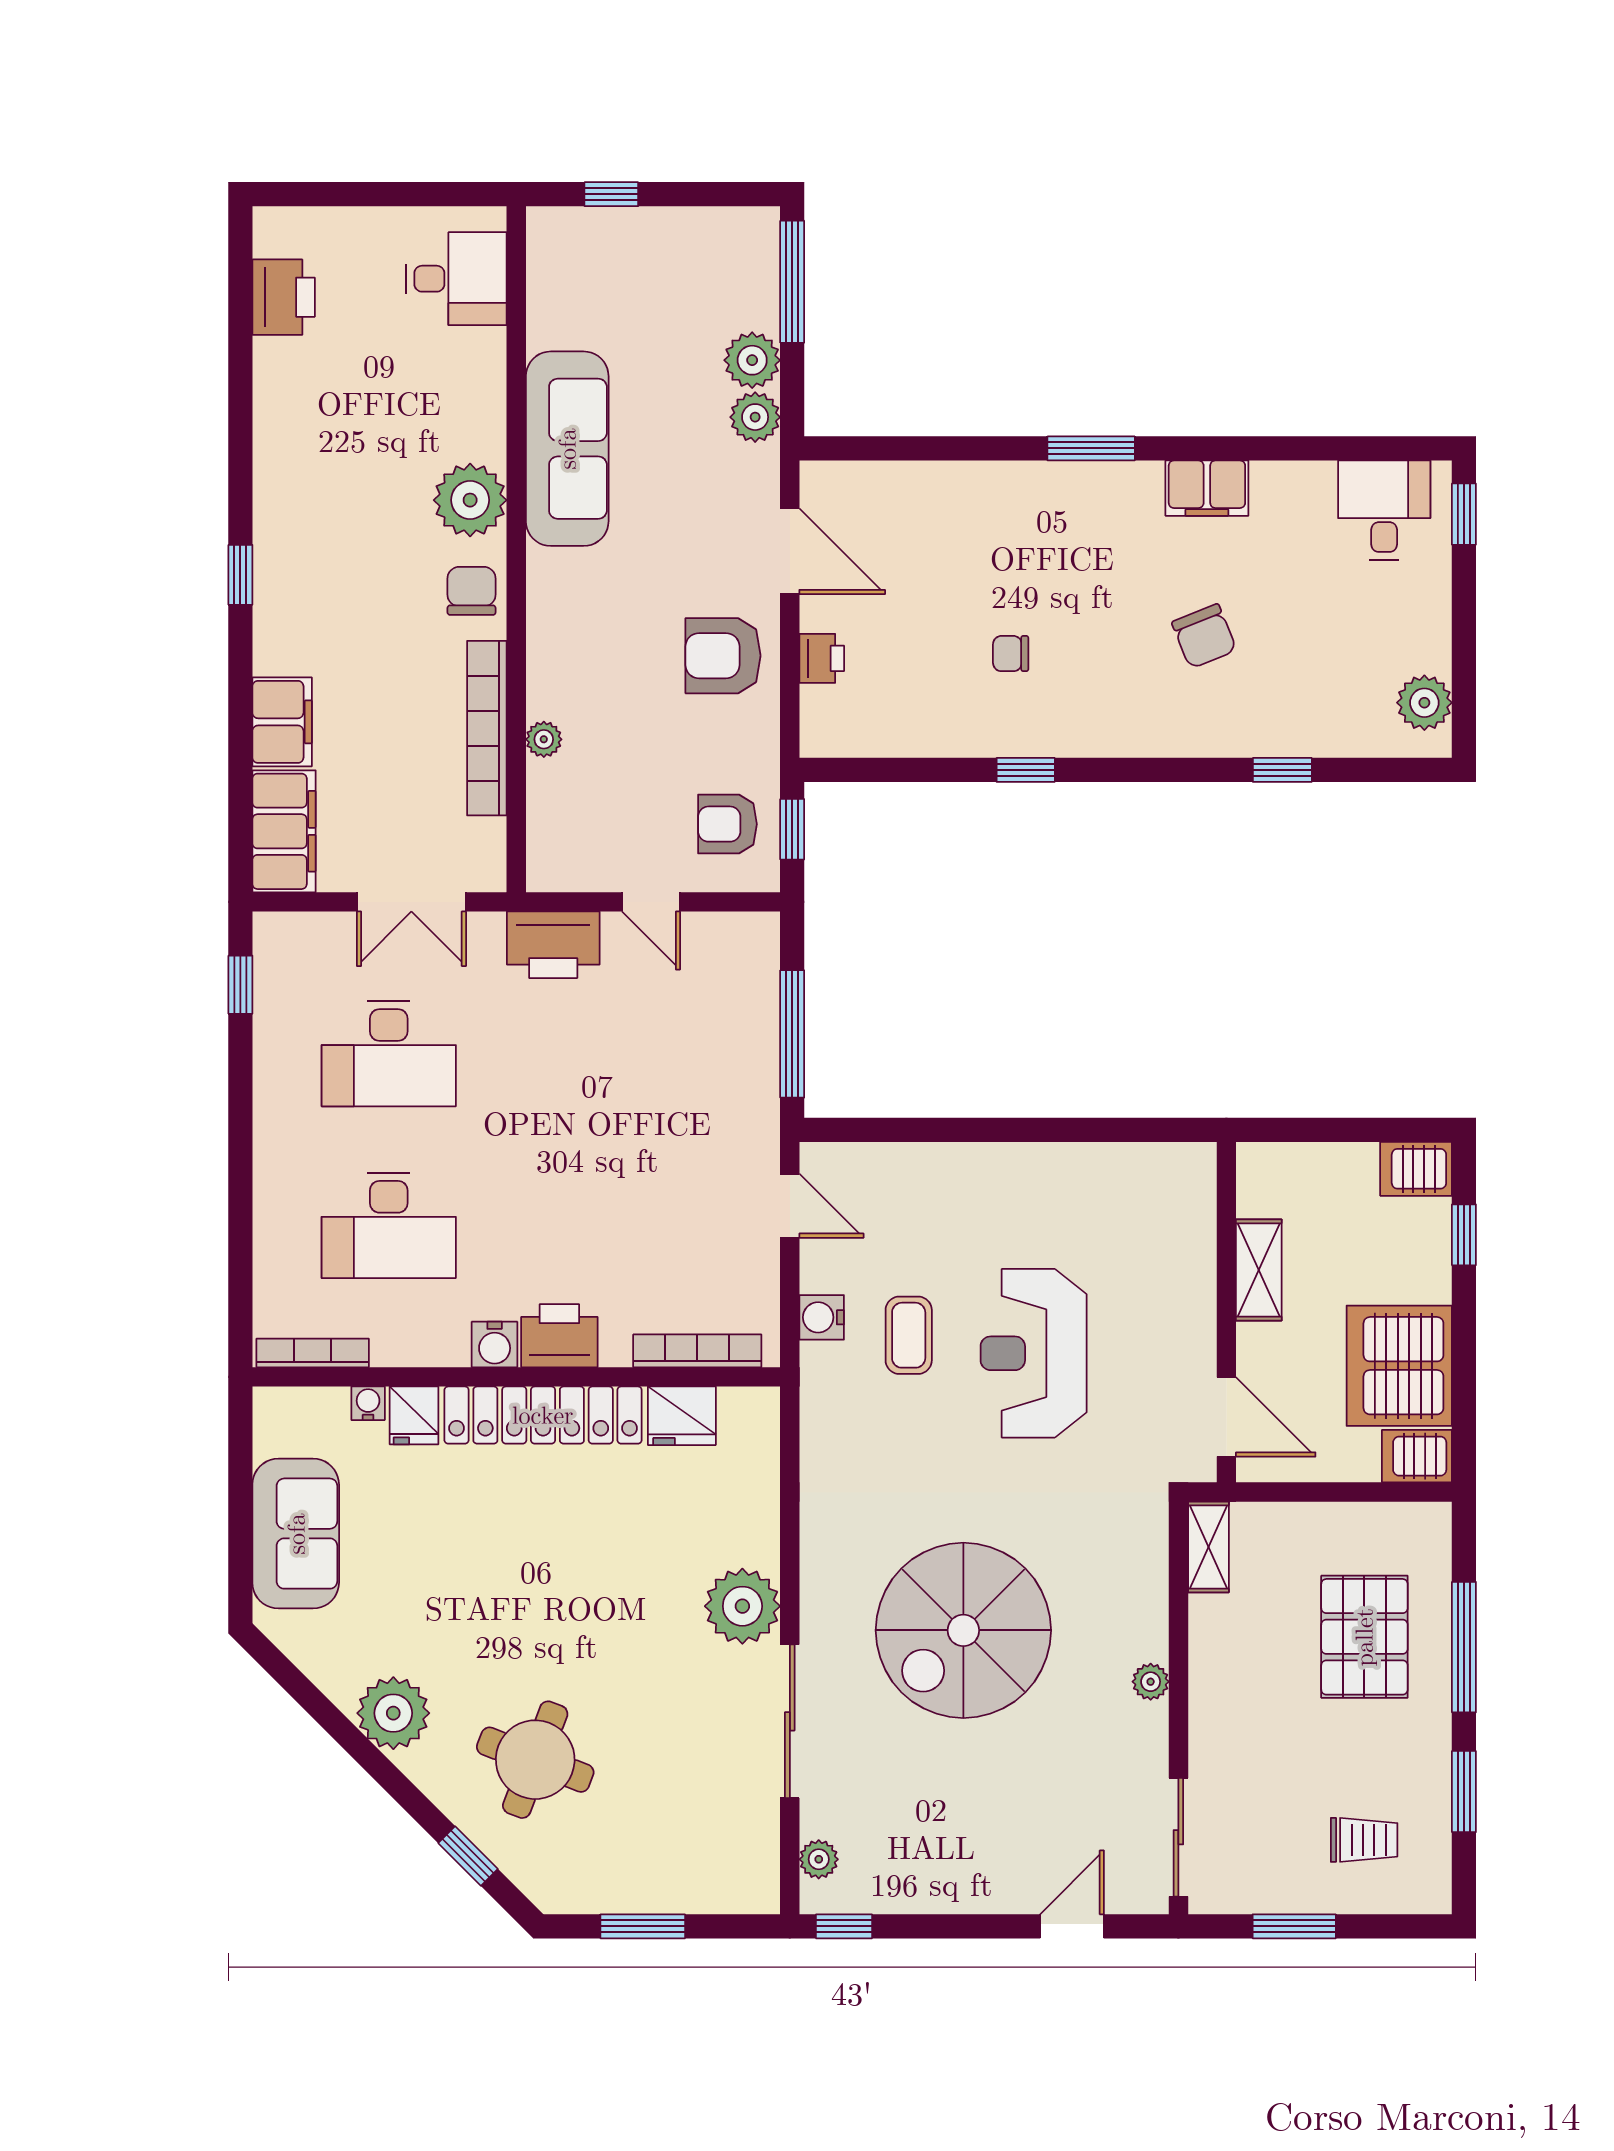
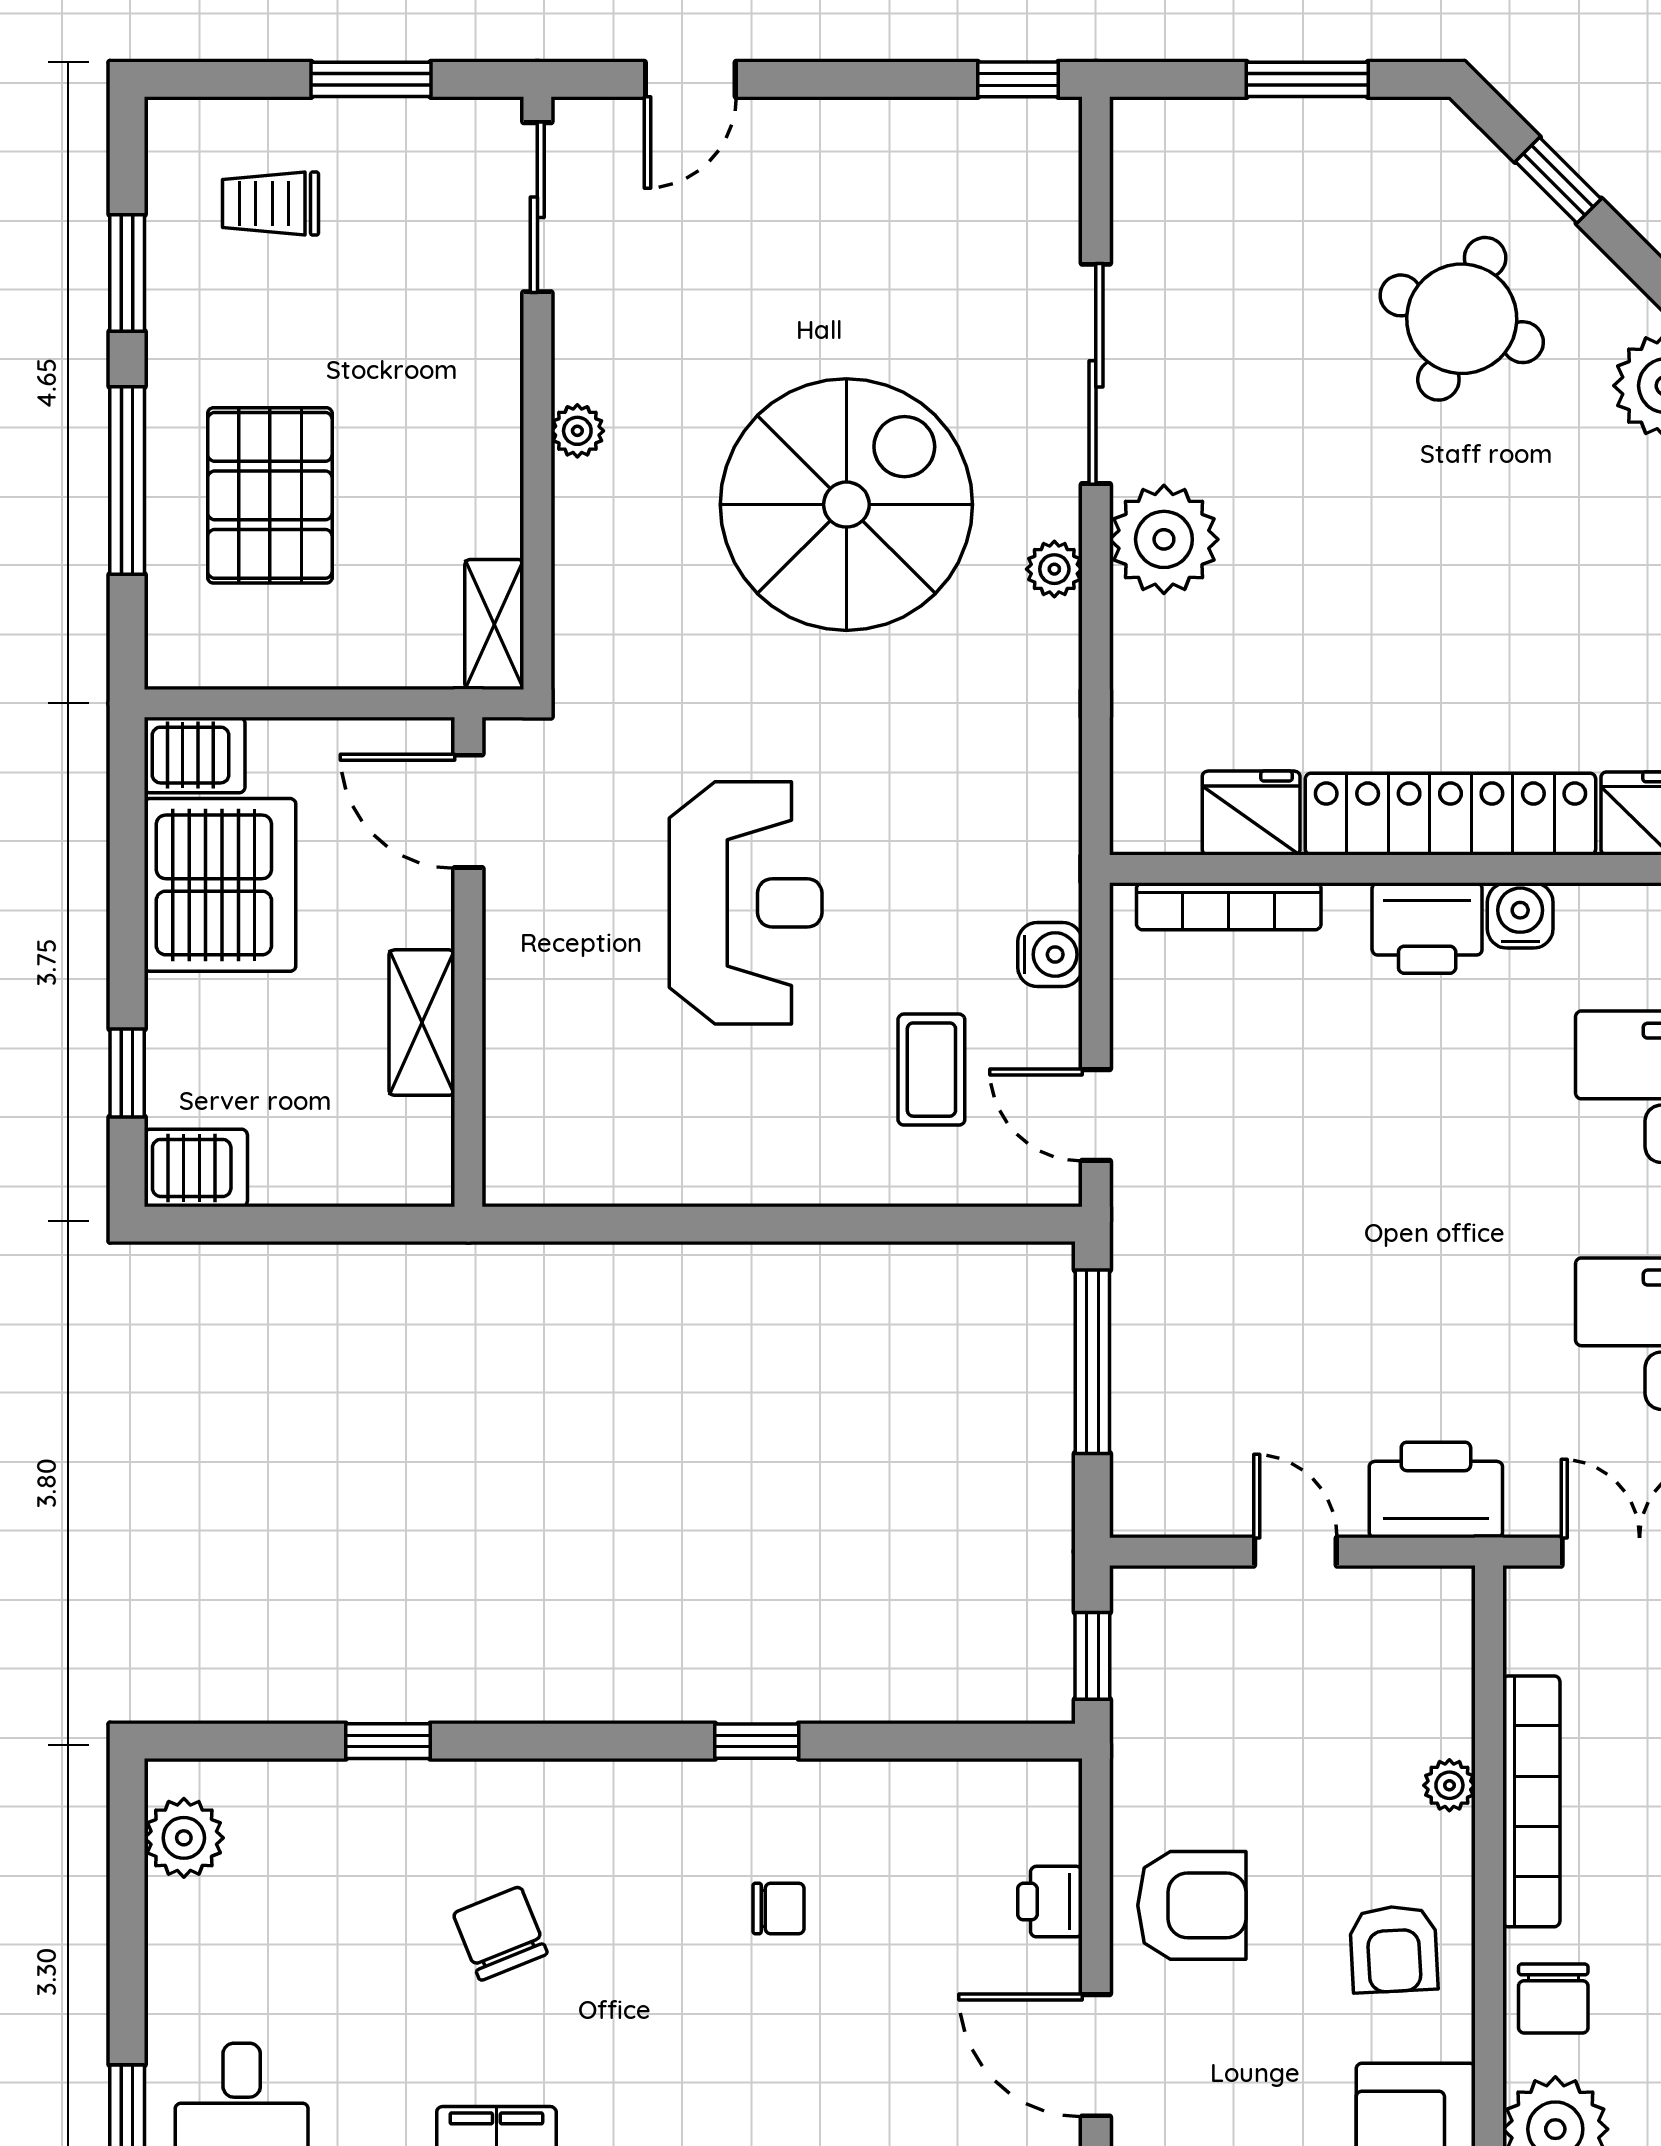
armchair: (727, 824) -> (1394, 1949), moved, turned 87
coffee table: (909, 1335) -> (931, 1070), moved
plant: (819, 1859) -> (1054, 569), moved

